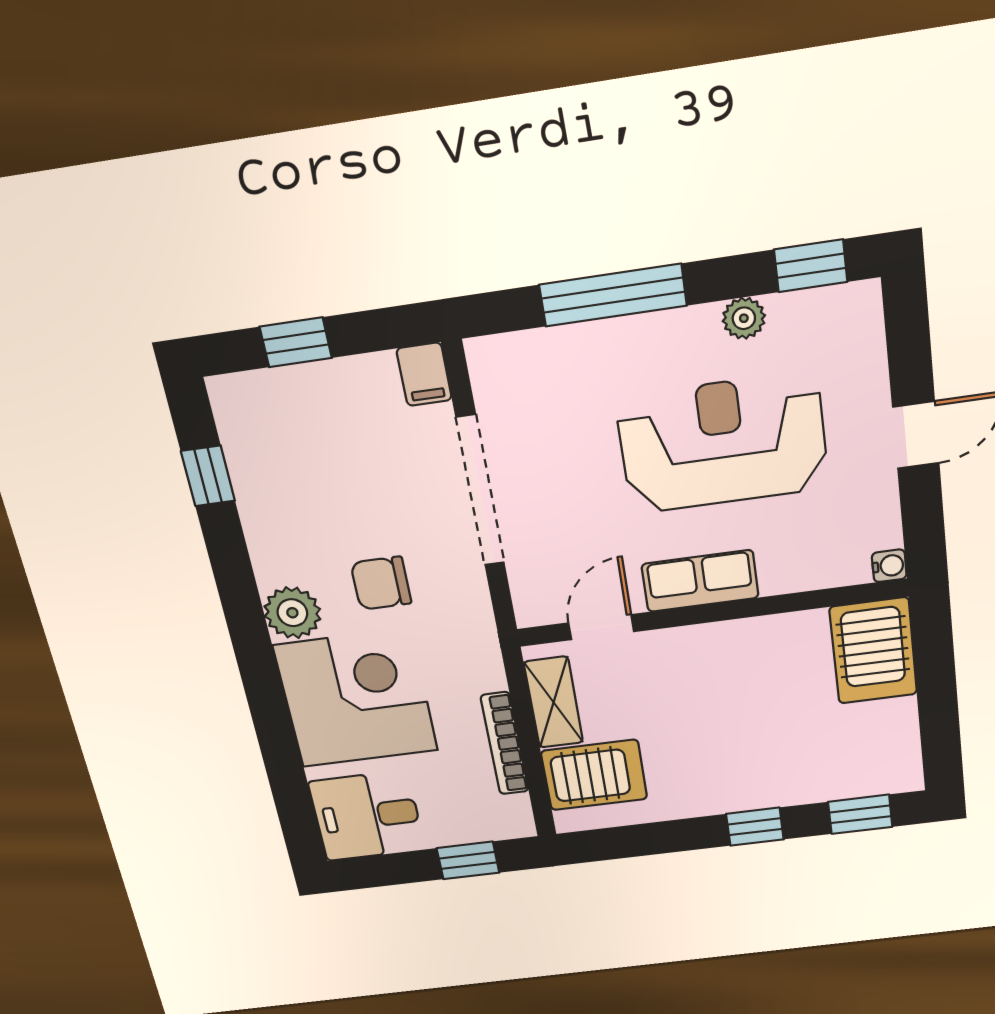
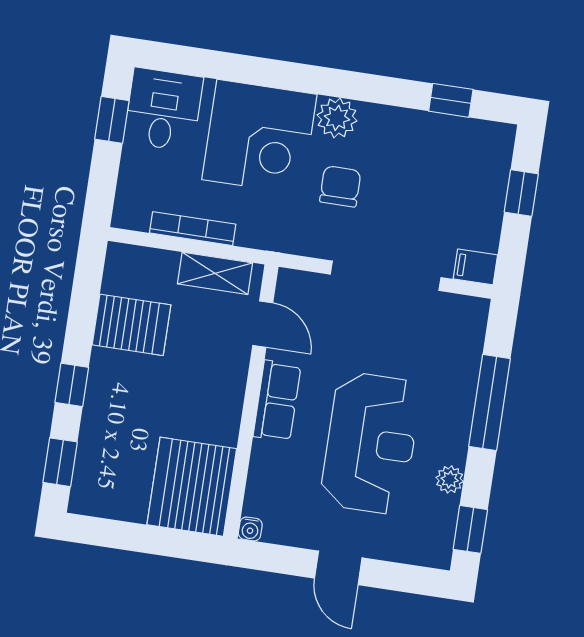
server rack: (873, 651) -> (192, 487), width x1.60
server rack: (594, 775) -> (131, 325), moved, turned -90
window: (468, 860) -> (112, 120), moved

